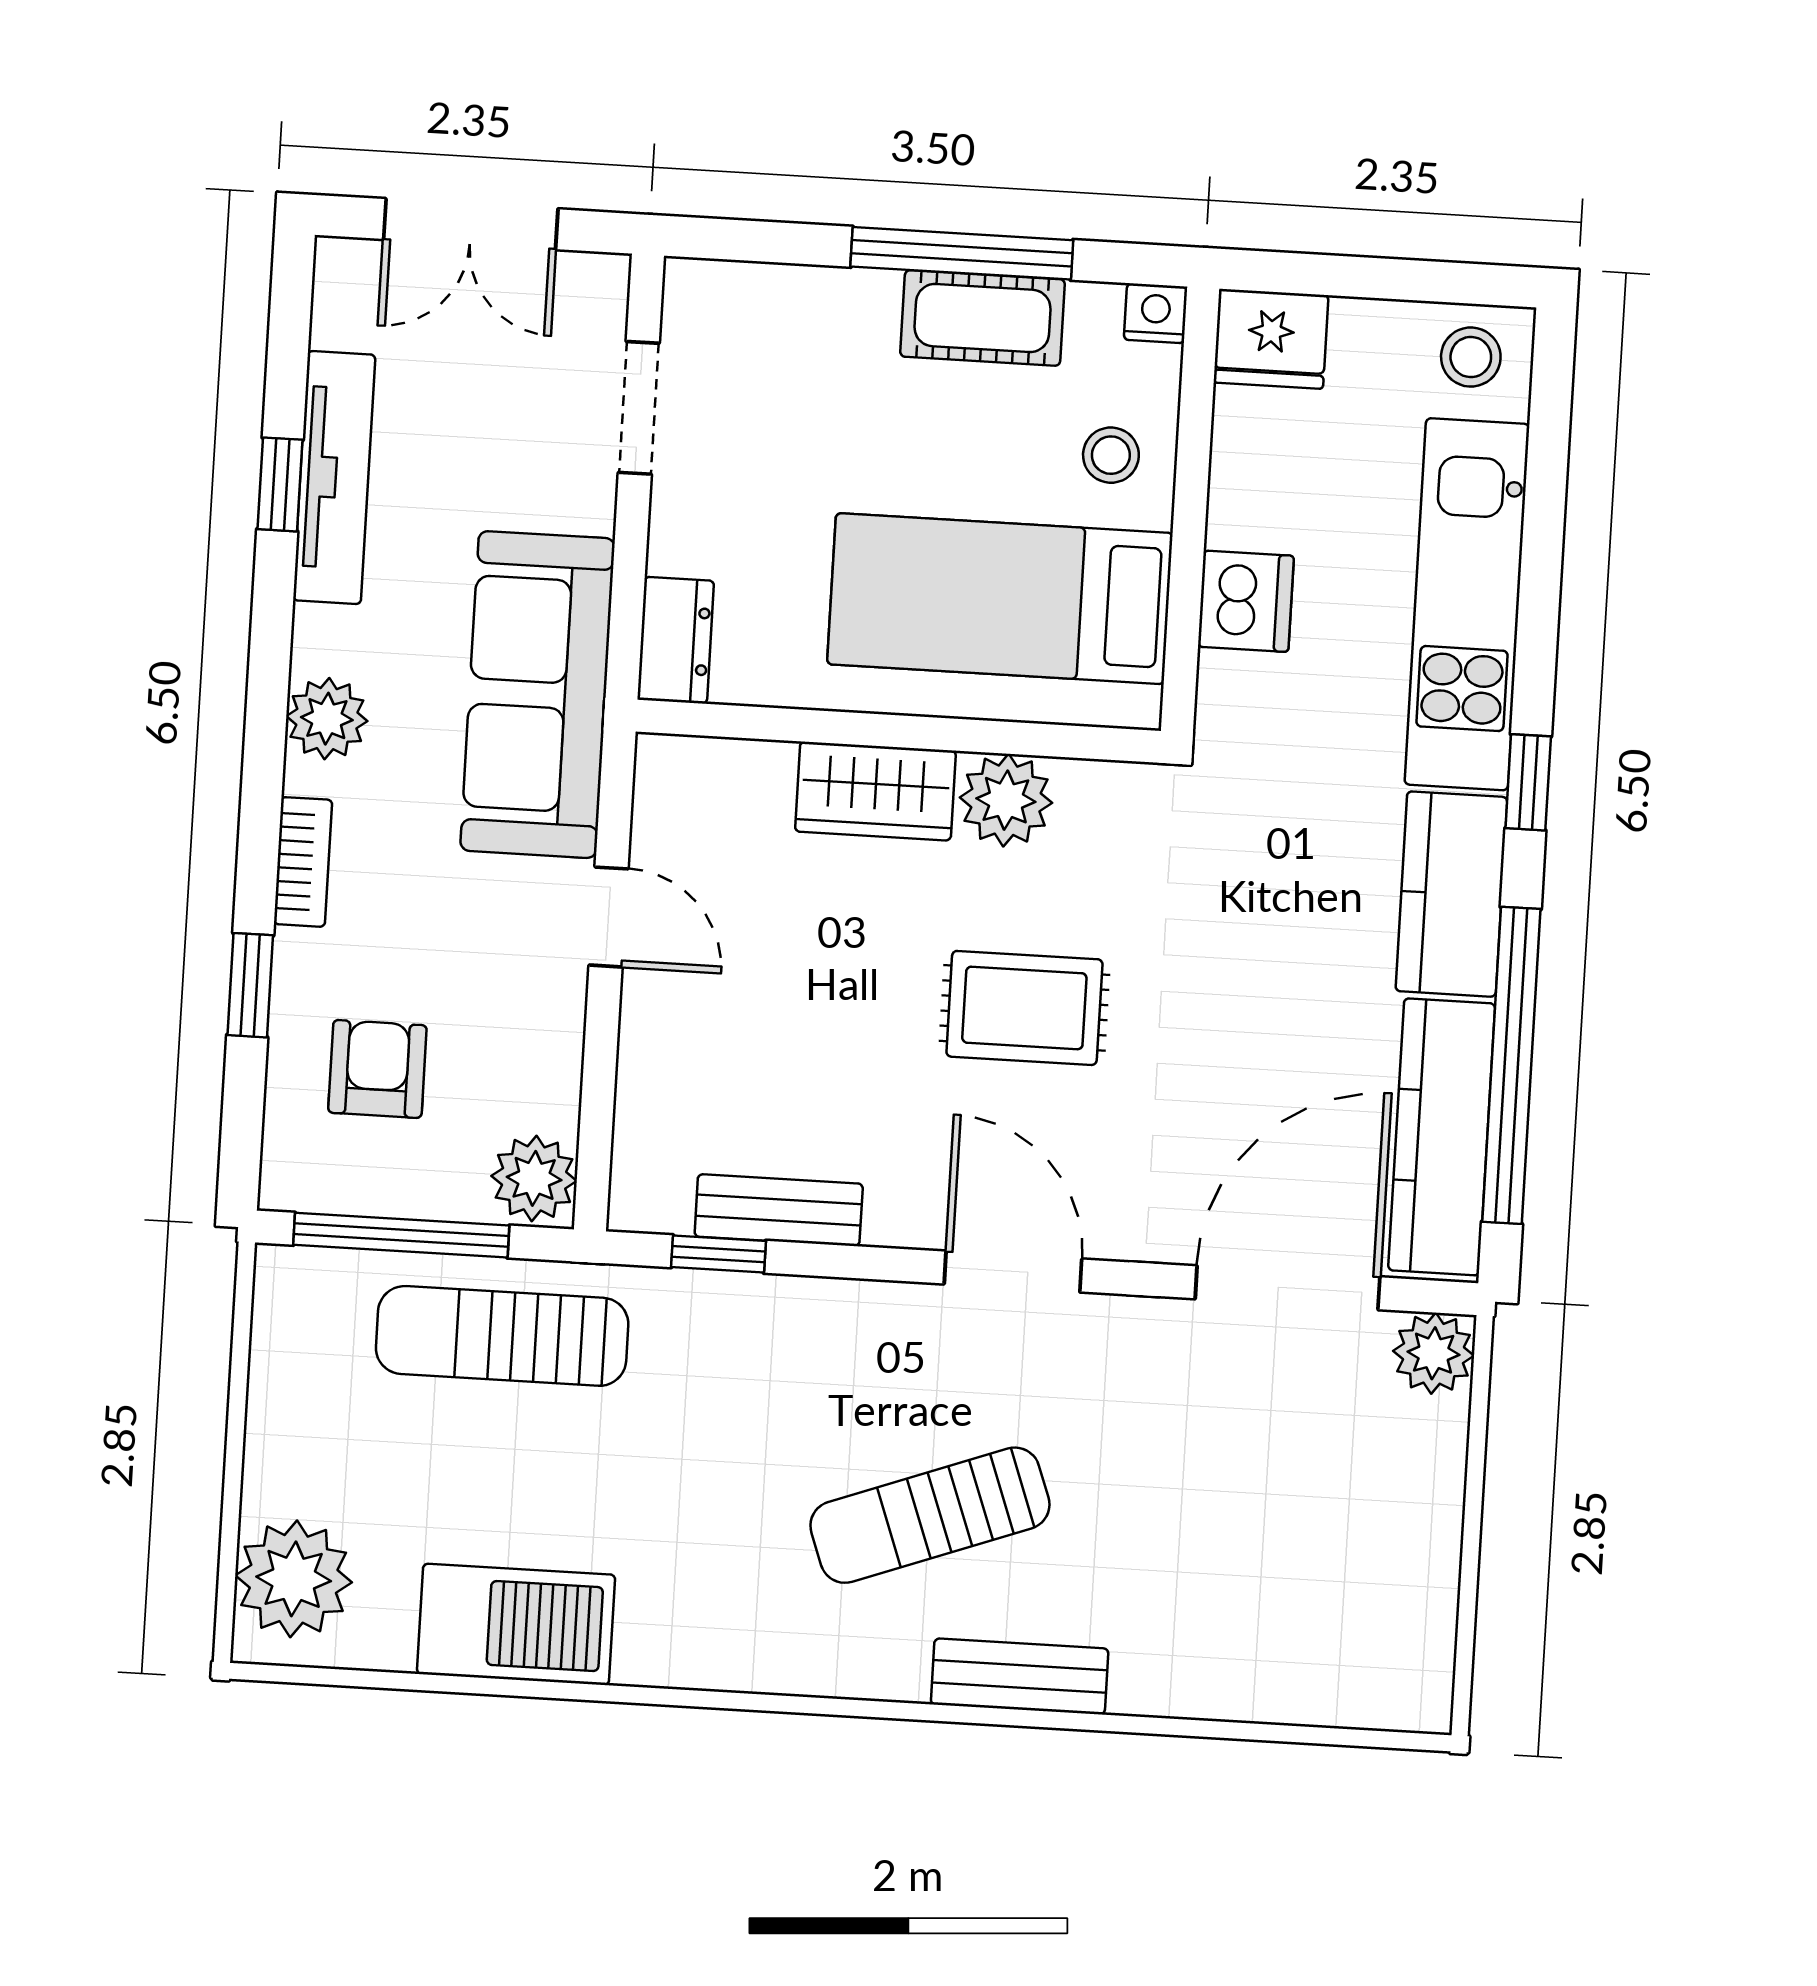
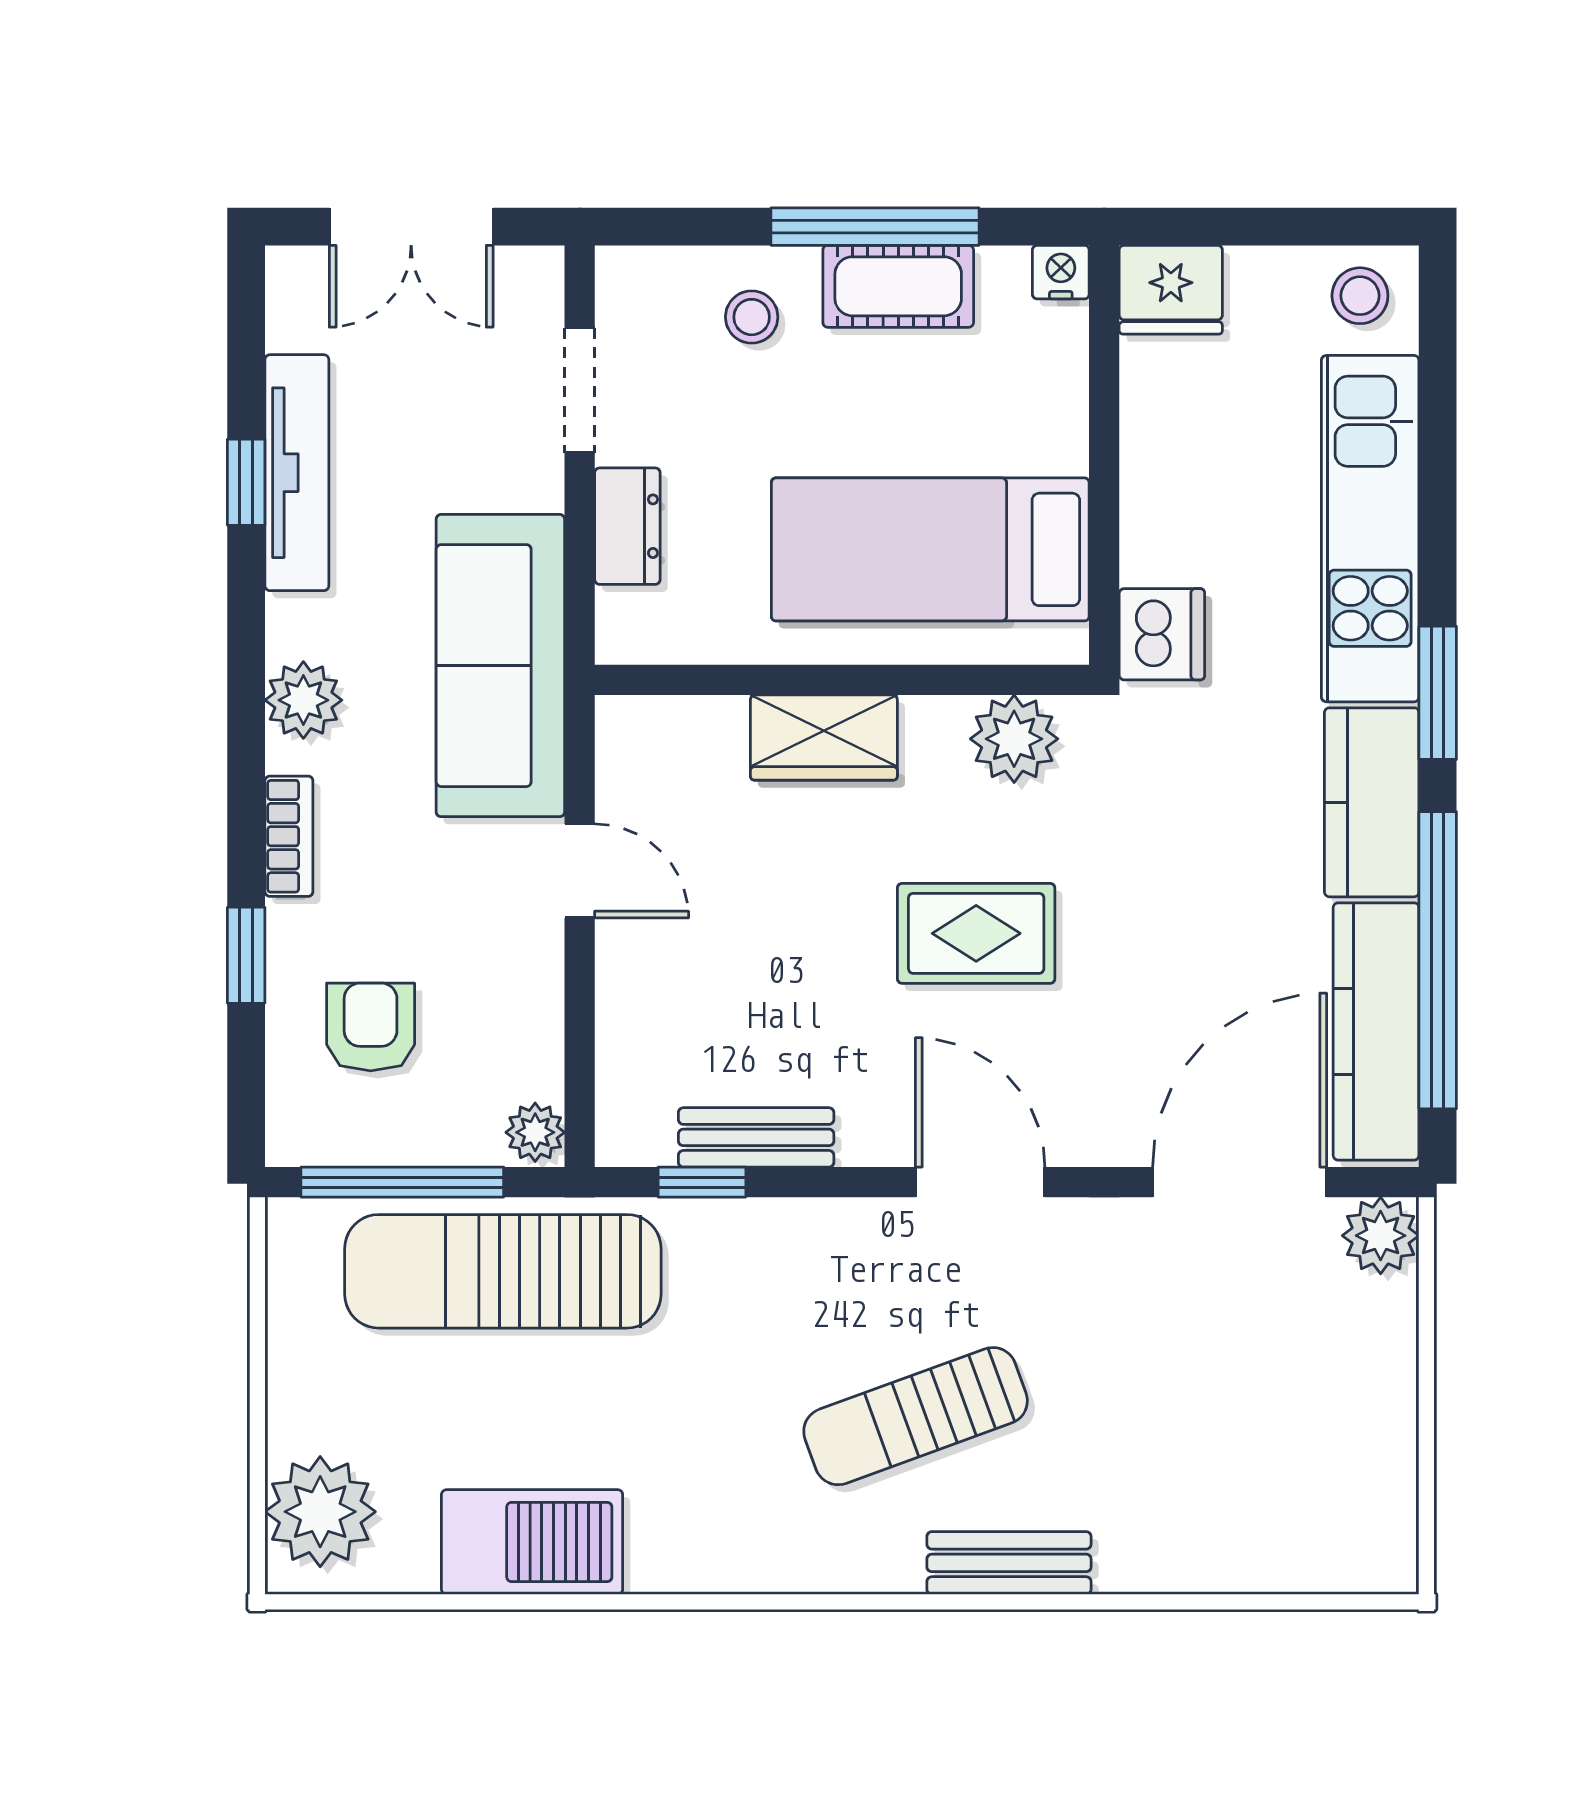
stool: (1111, 455) -> (752, 317), moved
dishwasher: (1246, 601) -> (1162, 634), moved
dresser: (676, 640) -> (627, 526), moved
window: (1528, 782) -> (1438, 693), width x1.50
plant: (1006, 800) -> (1014, 739), moved
plant: (534, 1178) -> (535, 1132), width x0.73, depth x0.73
sun lounger: (502, 1336) -> (503, 1271), width x1.36, depth x1.34

